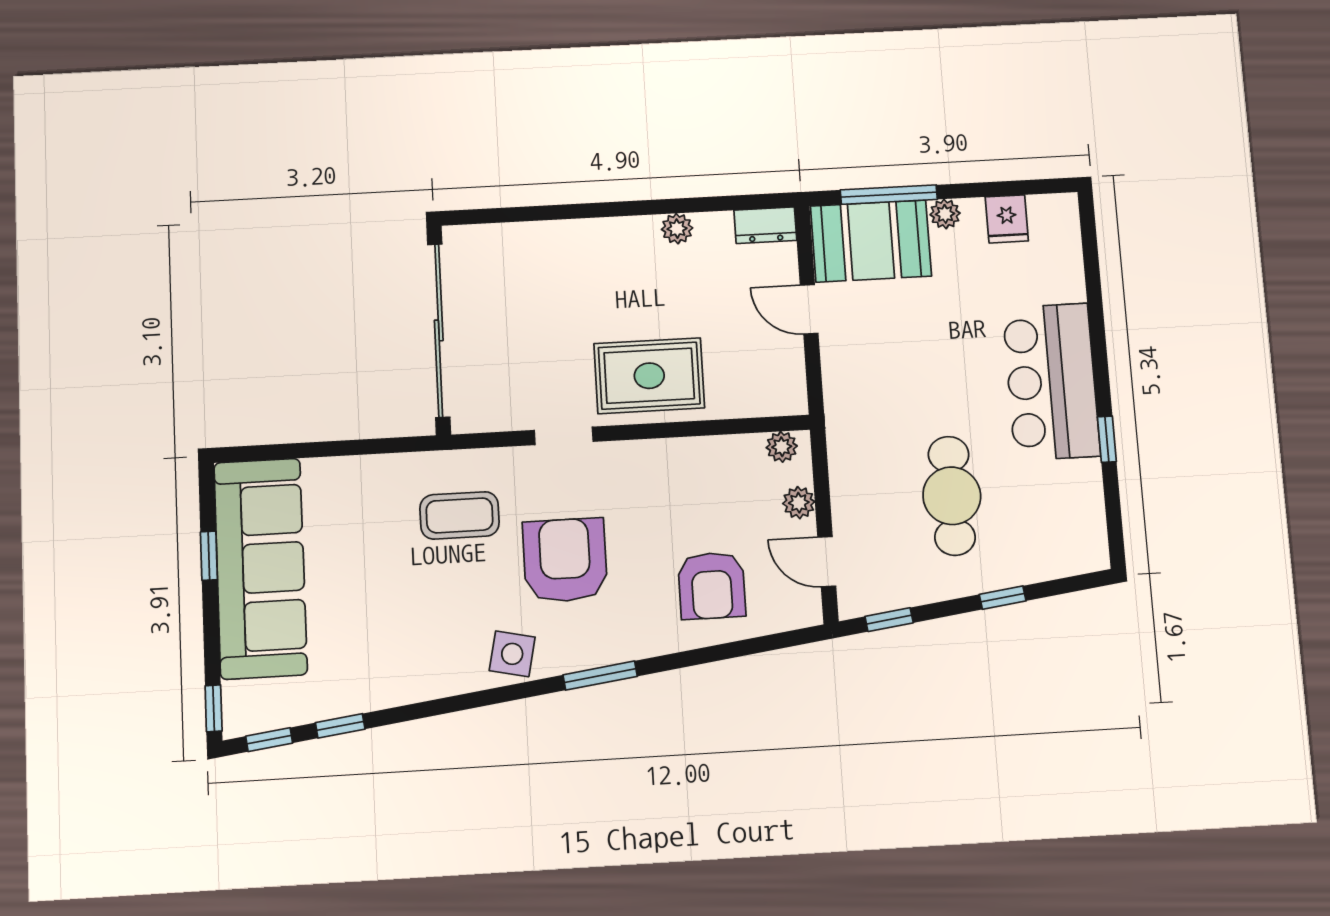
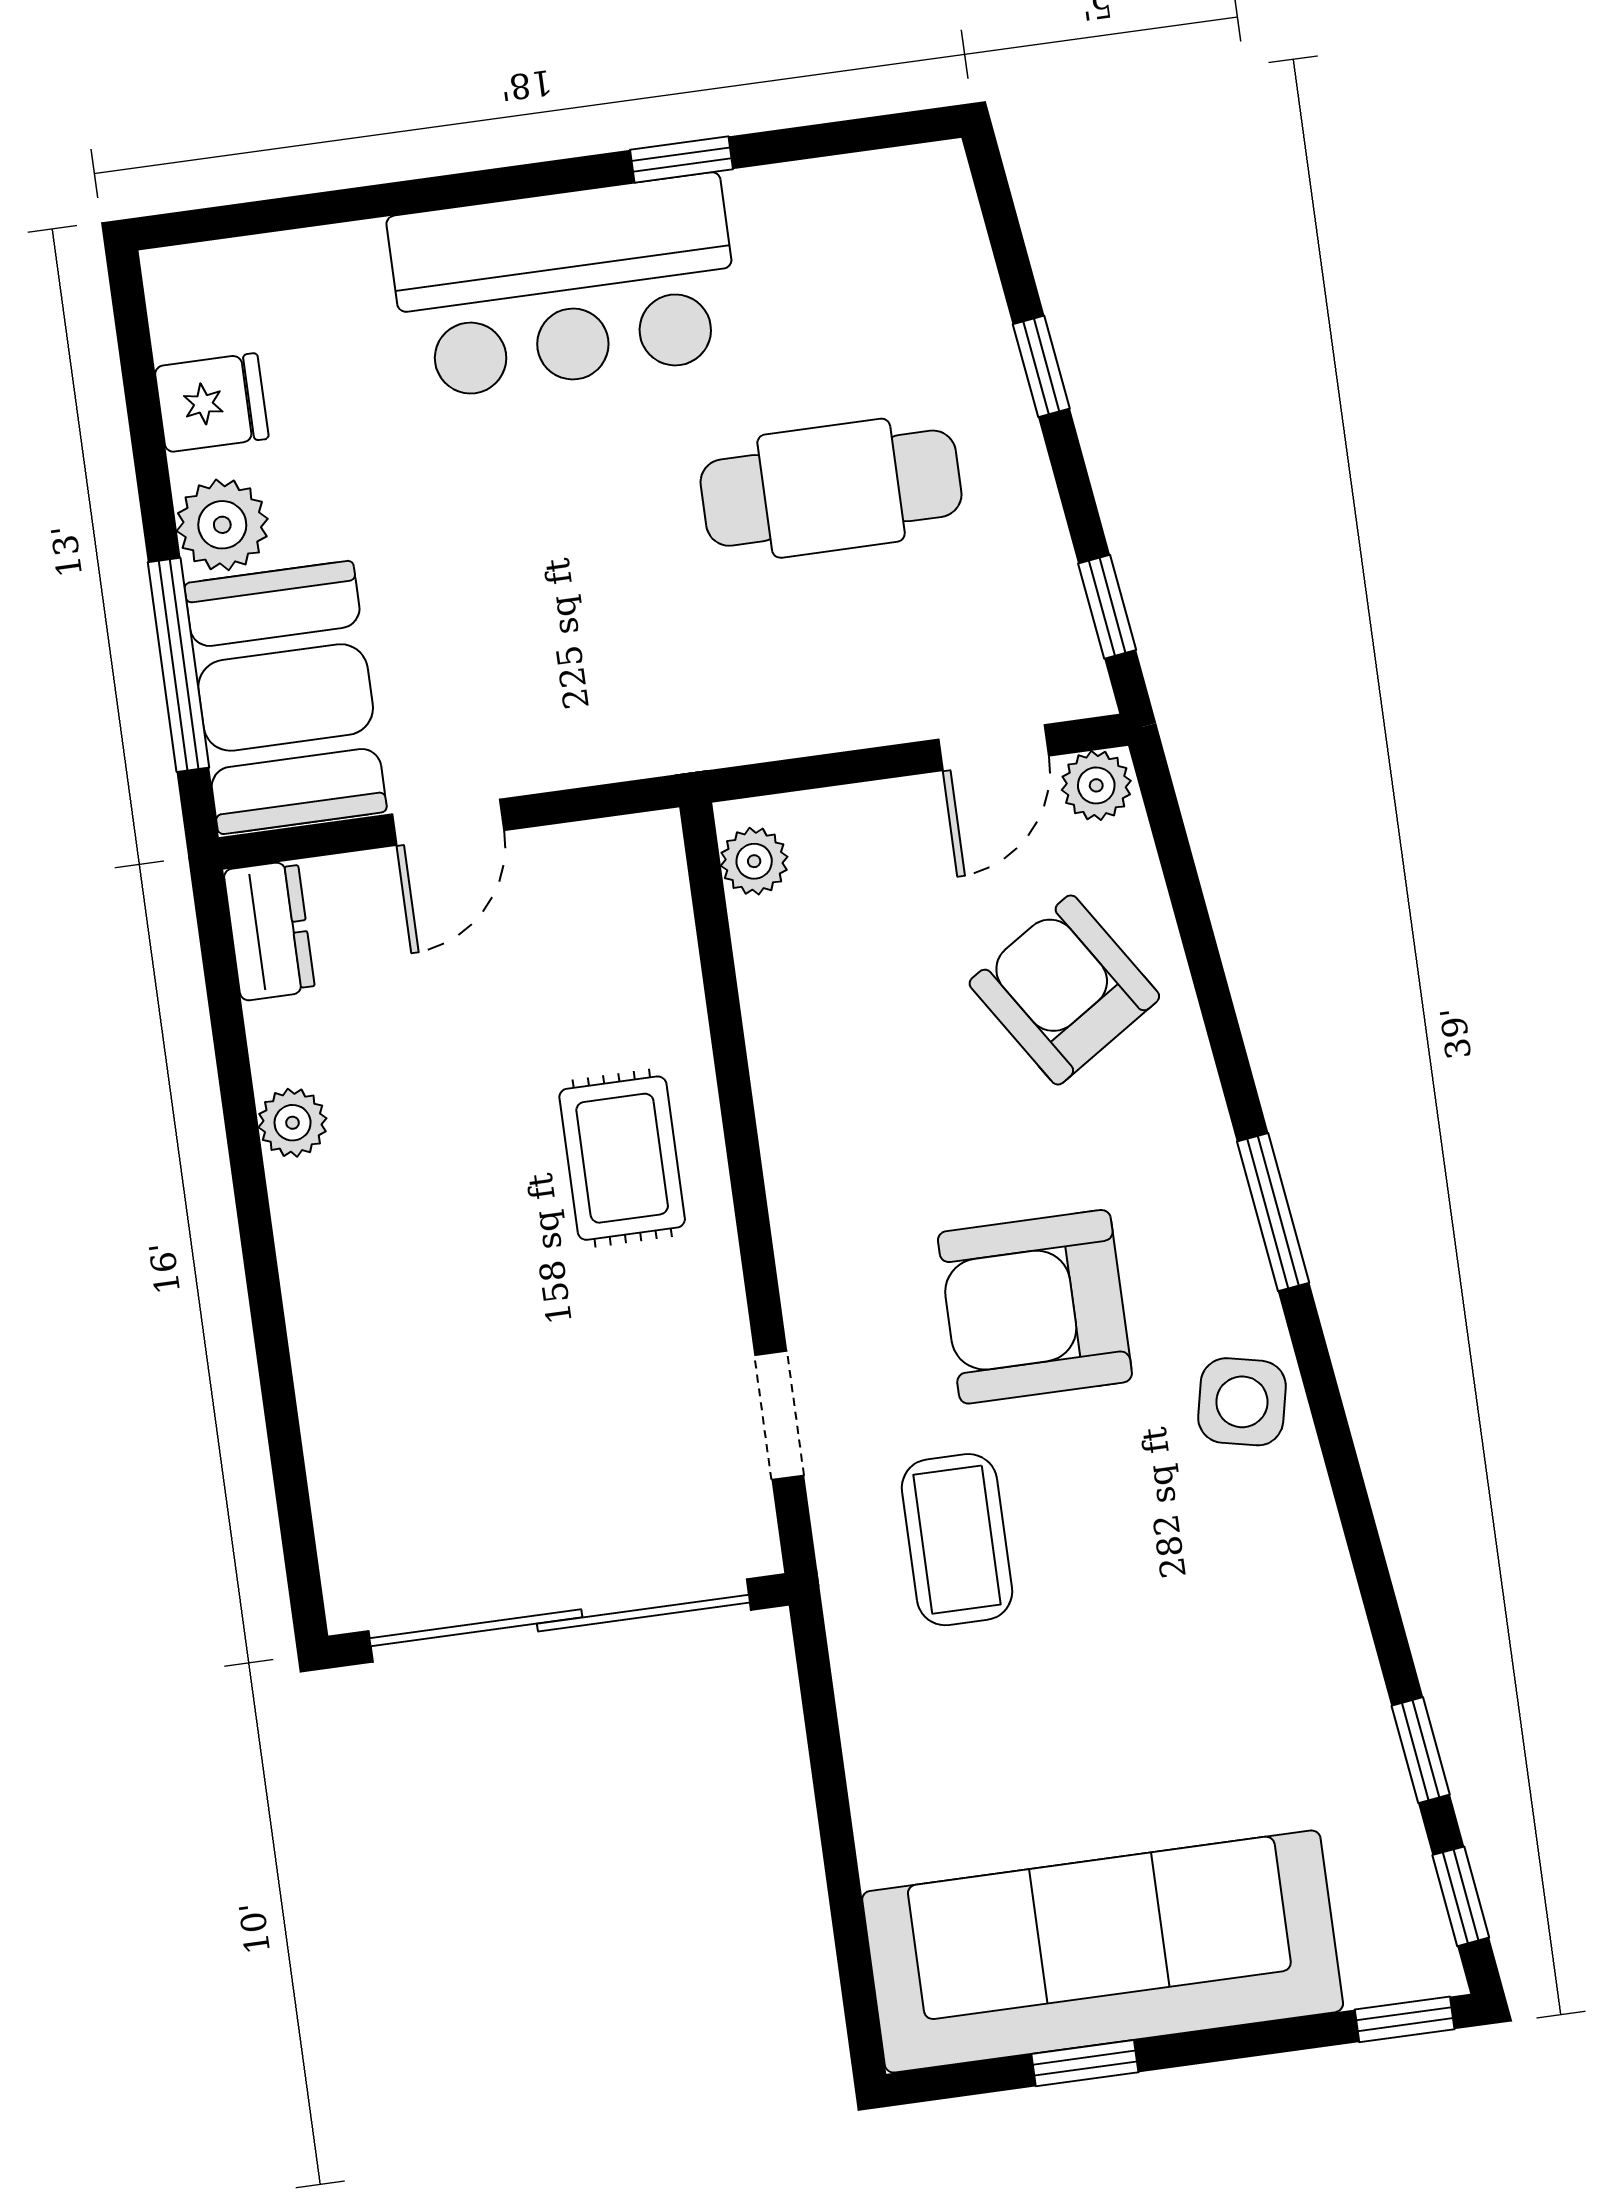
plant: (945, 214) -> (222, 525), width x1.38, depth x1.38
rug: (649, 376) -> (622, 1158), width x0.73, depth x0.70
doorway: (564, 436) -> (779, 1415), moved
plant: (799, 503) -> (1096, 785), moved
armchair: (712, 586) -> (1064, 990), turned -123

